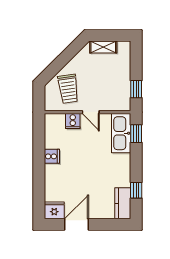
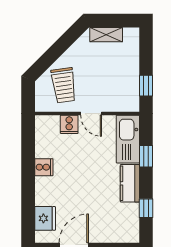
window: (136, 134) -> (146, 156), moved
kitchen counter: (123, 203) -> (130, 183), moved
fridge: (54, 210) -> (45, 218), moved, turned 90

